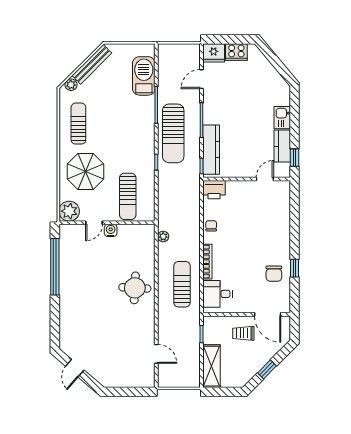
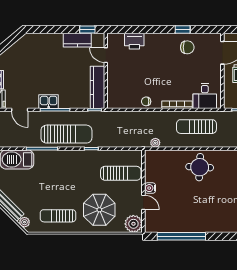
kitchen sink: (282, 118) -> (49, 102), moved, turned 180
kitchen counter: (211, 150) -> (97, 87), moved, turned -90
printer: (214, 190) -> (134, 41), moved, turned 90

